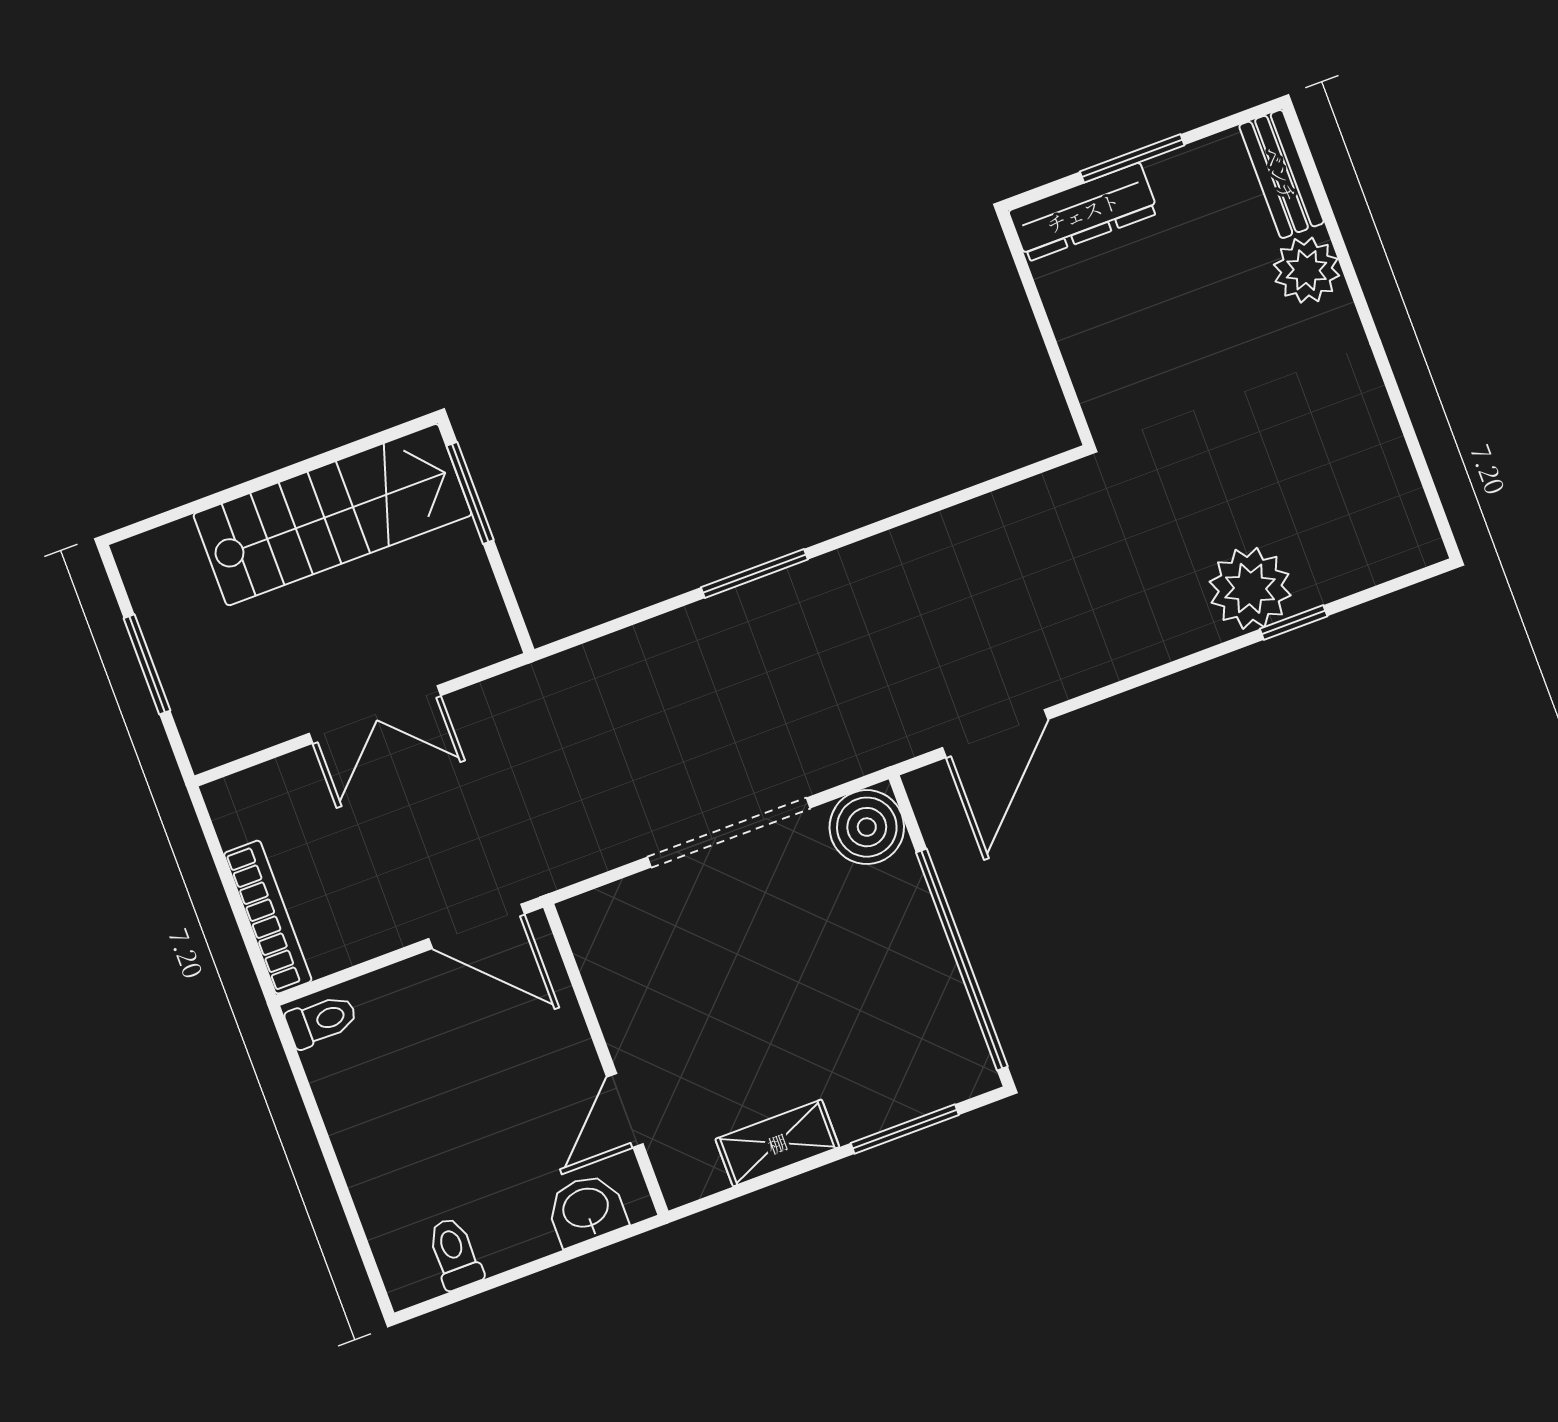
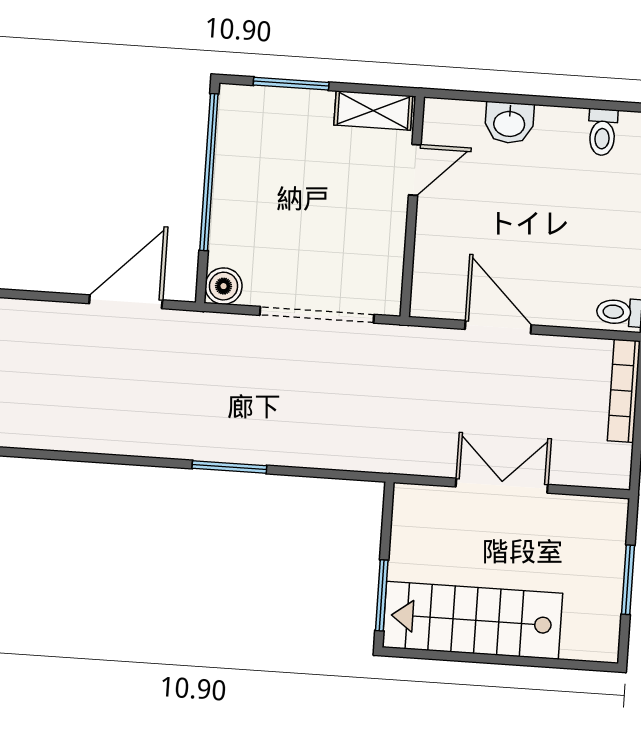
boiler: (867, 827) -> (224, 286), width x0.73, depth x0.73
wall: (606, 1059) -> (412, 207), moved
door: (625, 1110) -> (415, 170), moved

